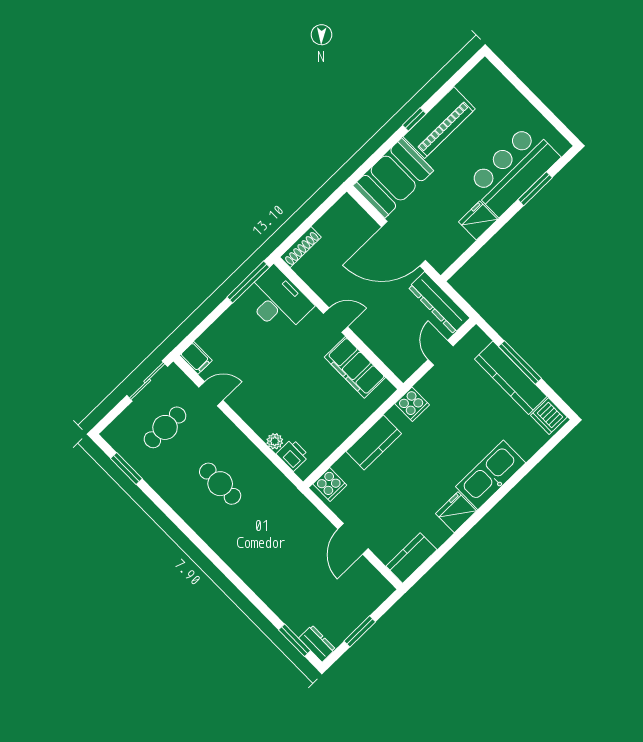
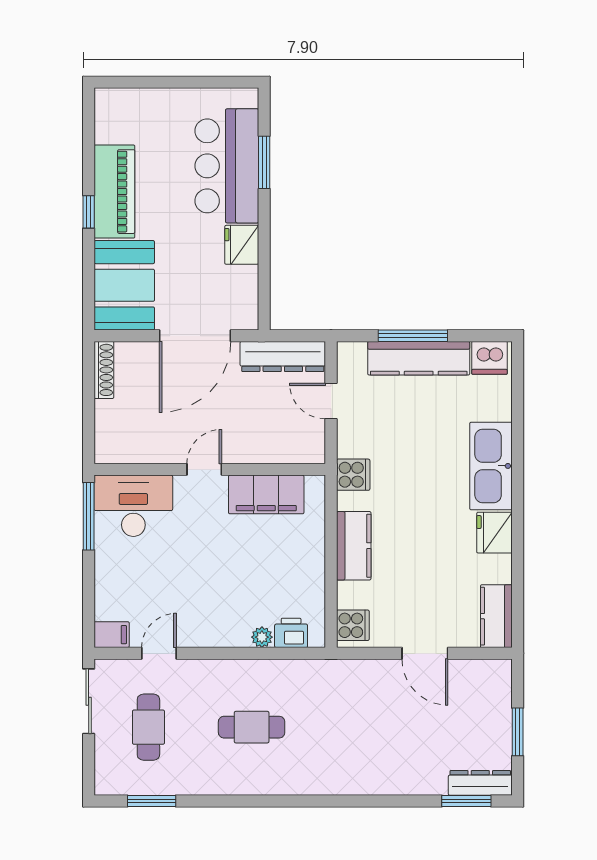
shoe rack: (301, 247) -> (104, 370), moved
dresser: (317, 644) -> (480, 783), width x1.44

